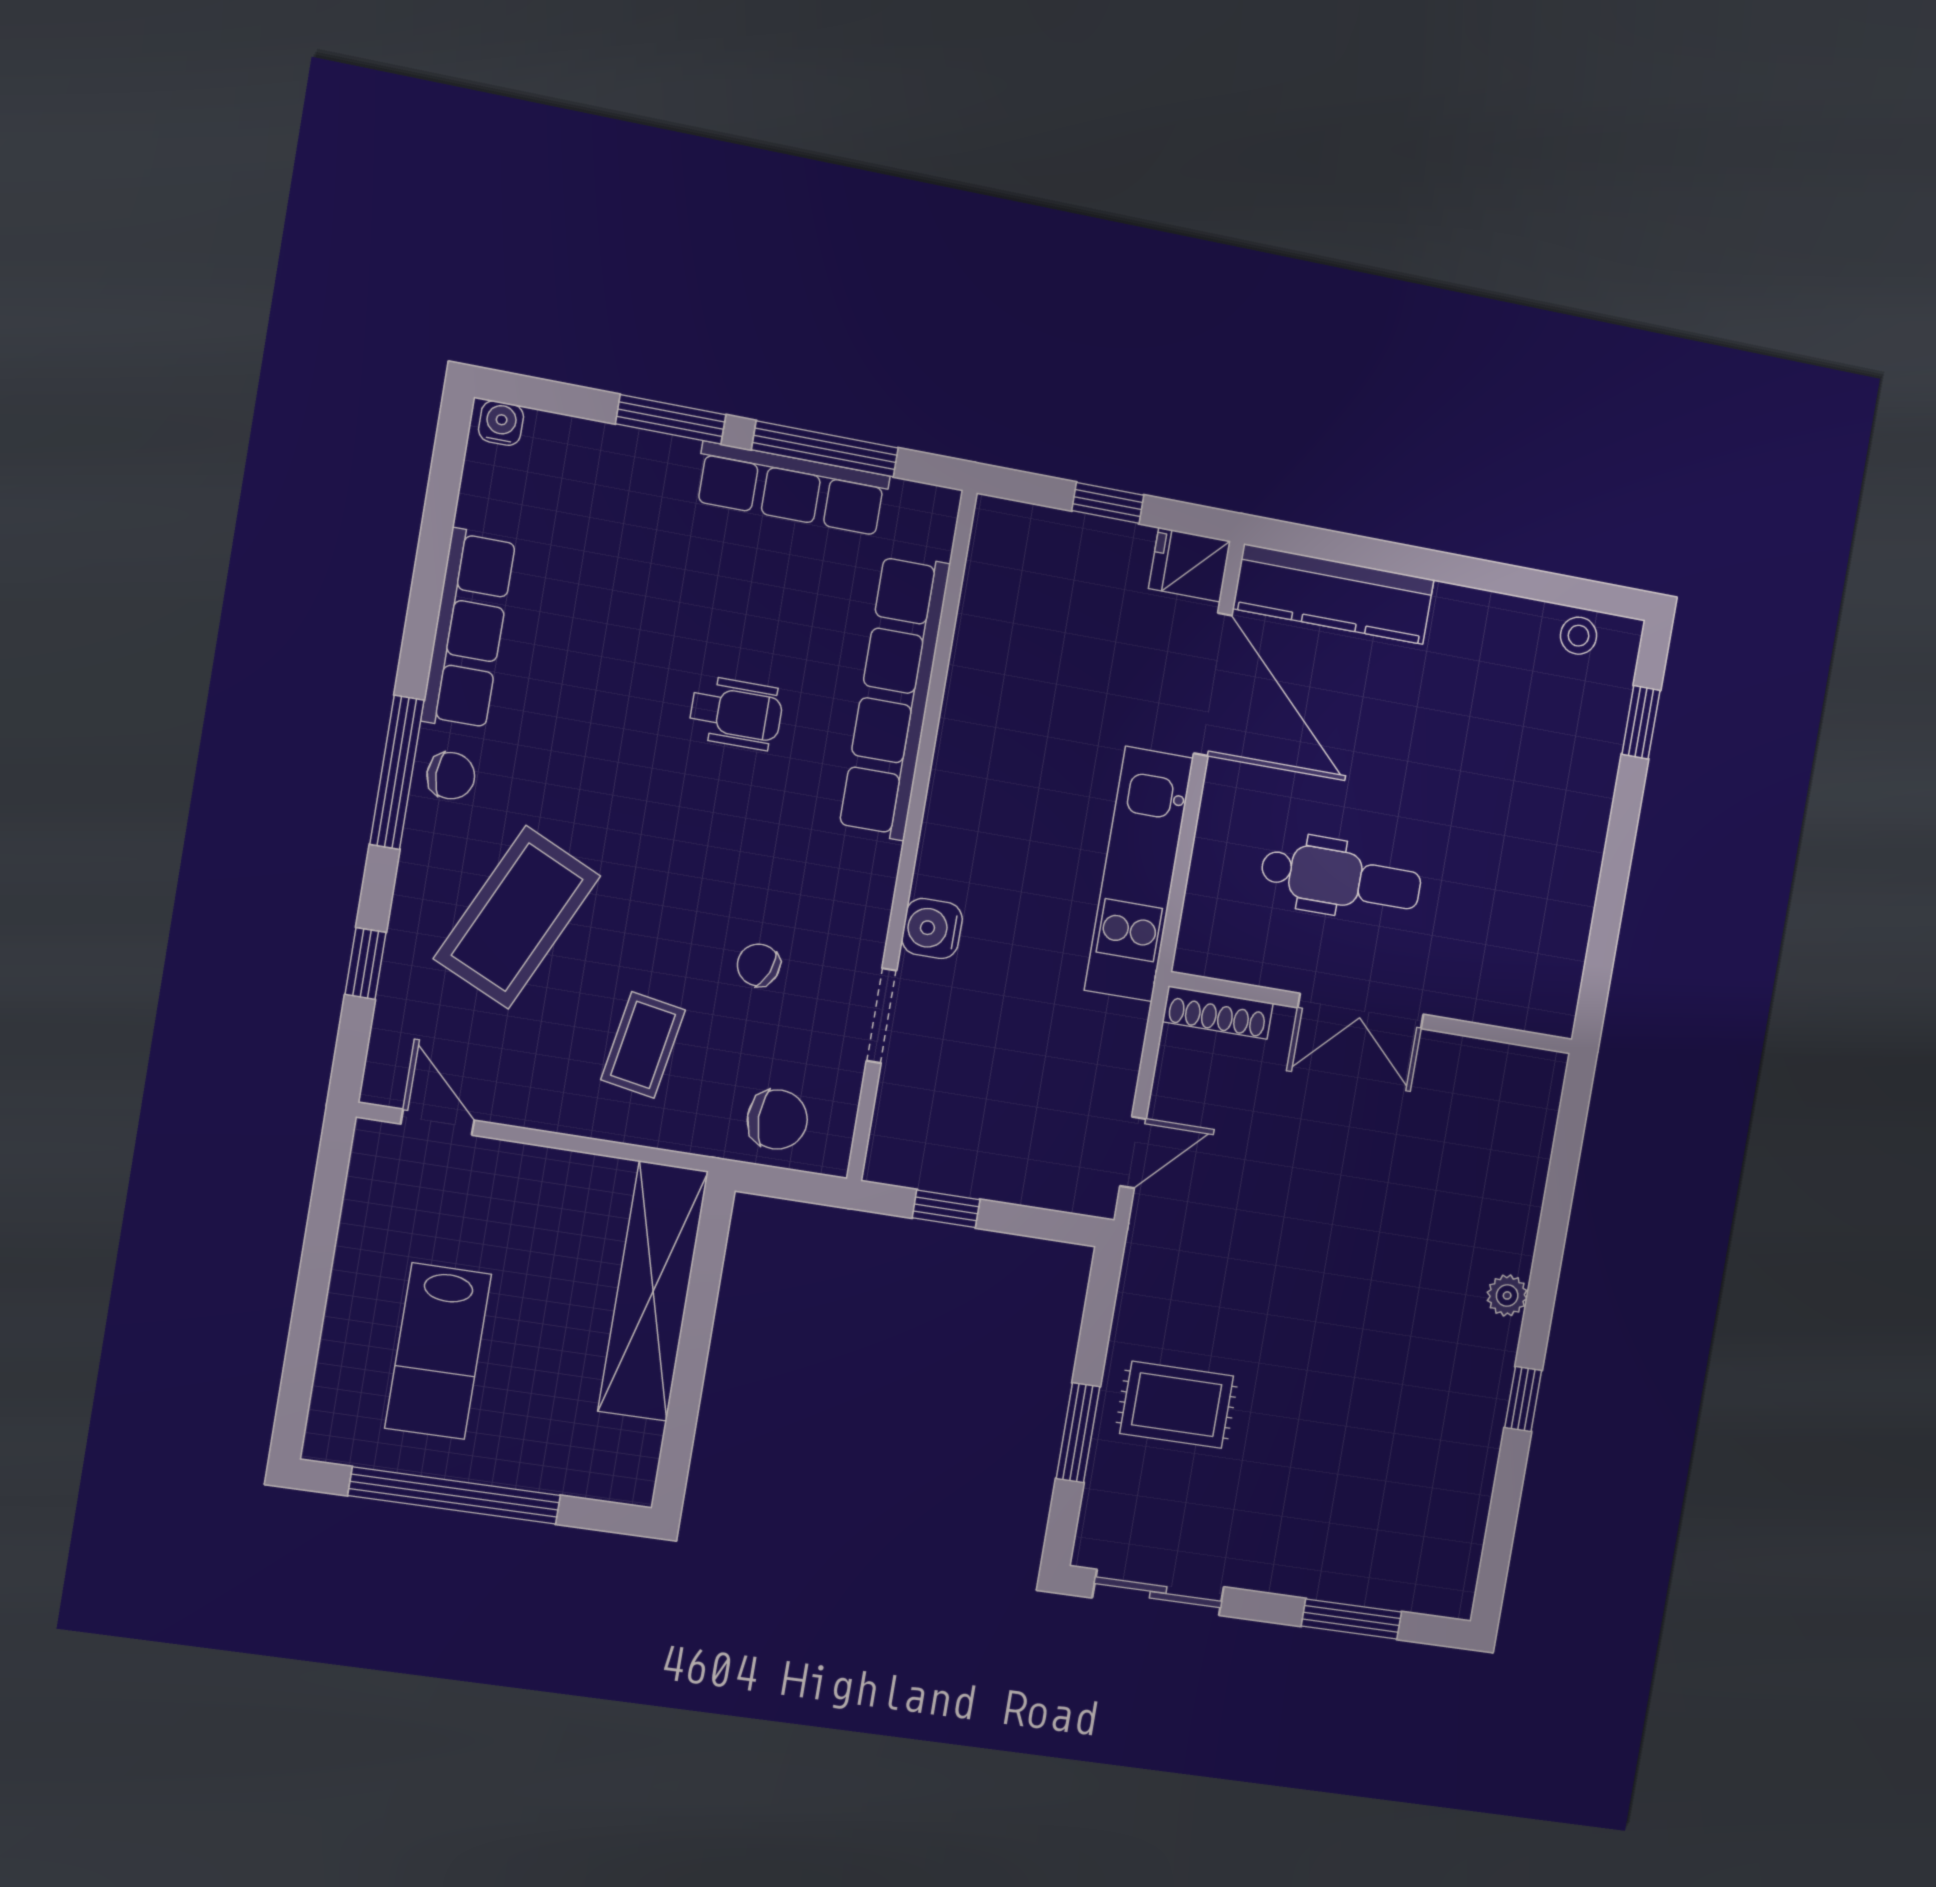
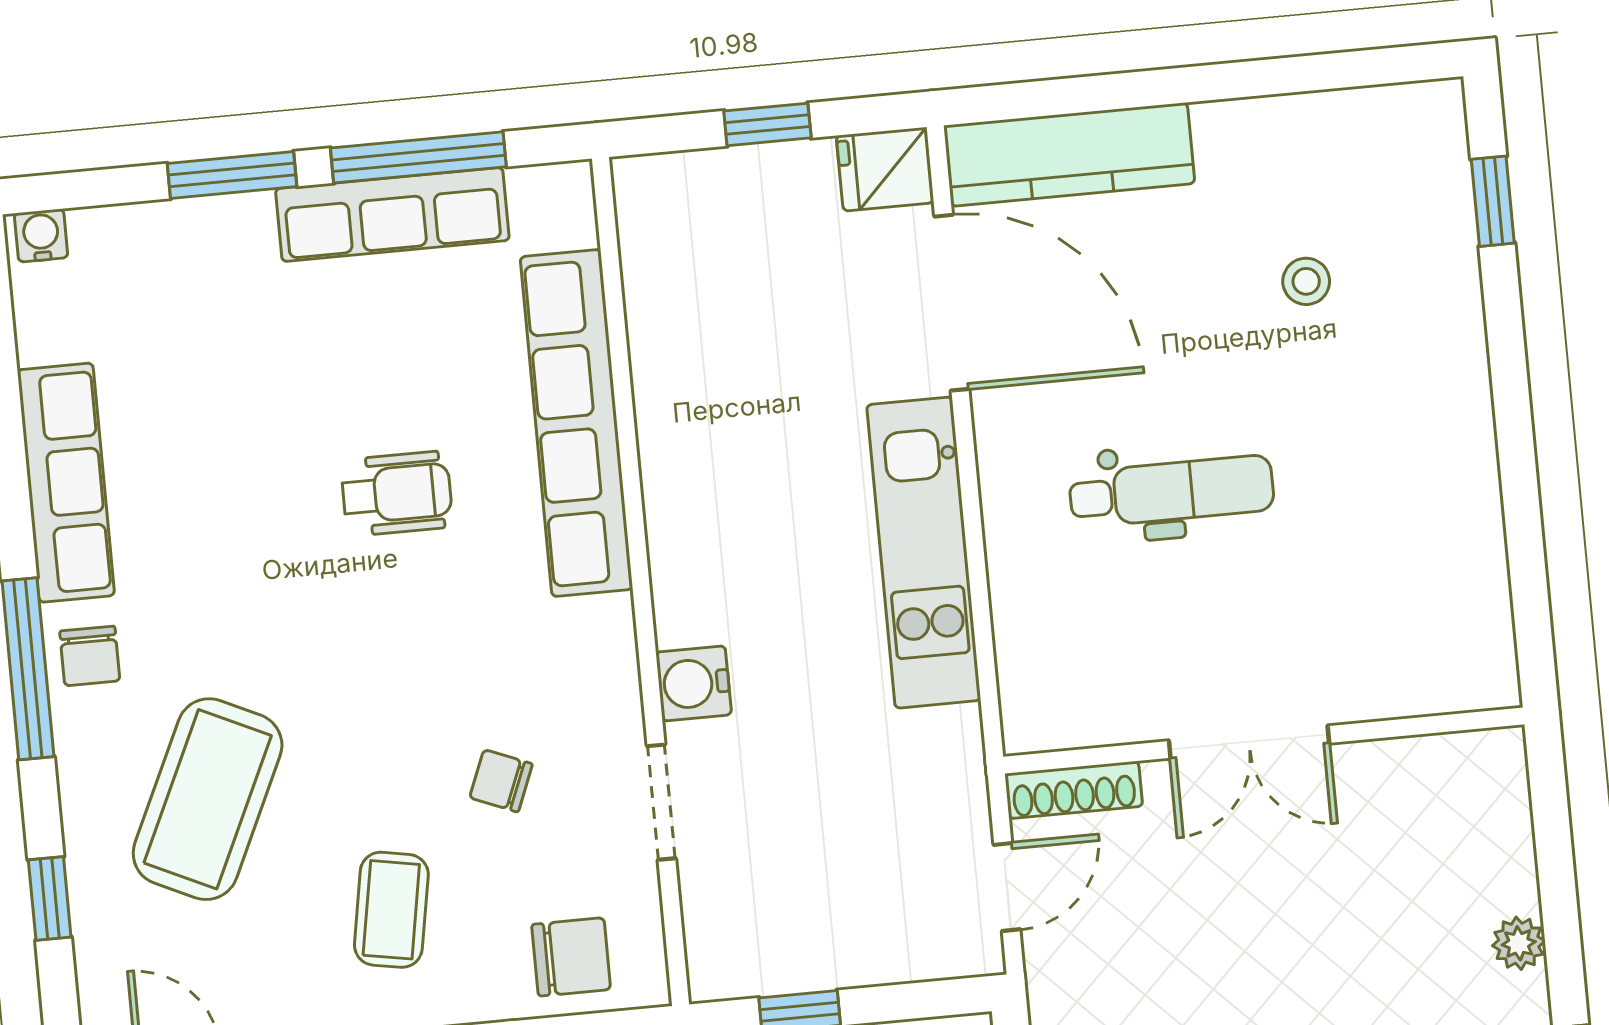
stool: (1579, 636) -> (1306, 281), moved
chair: (451, 776) -> (90, 656), turned 90
double door: (1361, 1011) -> (1249, 742), moved
shoe rack: (1218, 1013) -> (1074, 790), moved
wall: (1372, 1013) -> (1264, 741), moved

